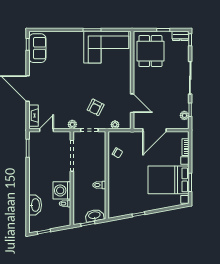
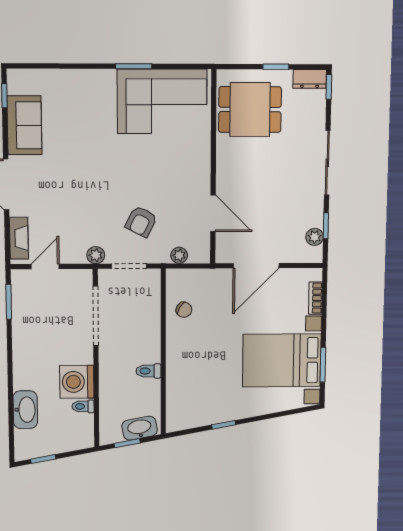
sofa: (37, 48) -> (24, 125), moved
dining table: (150, 51) -> (250, 110), turned 90

